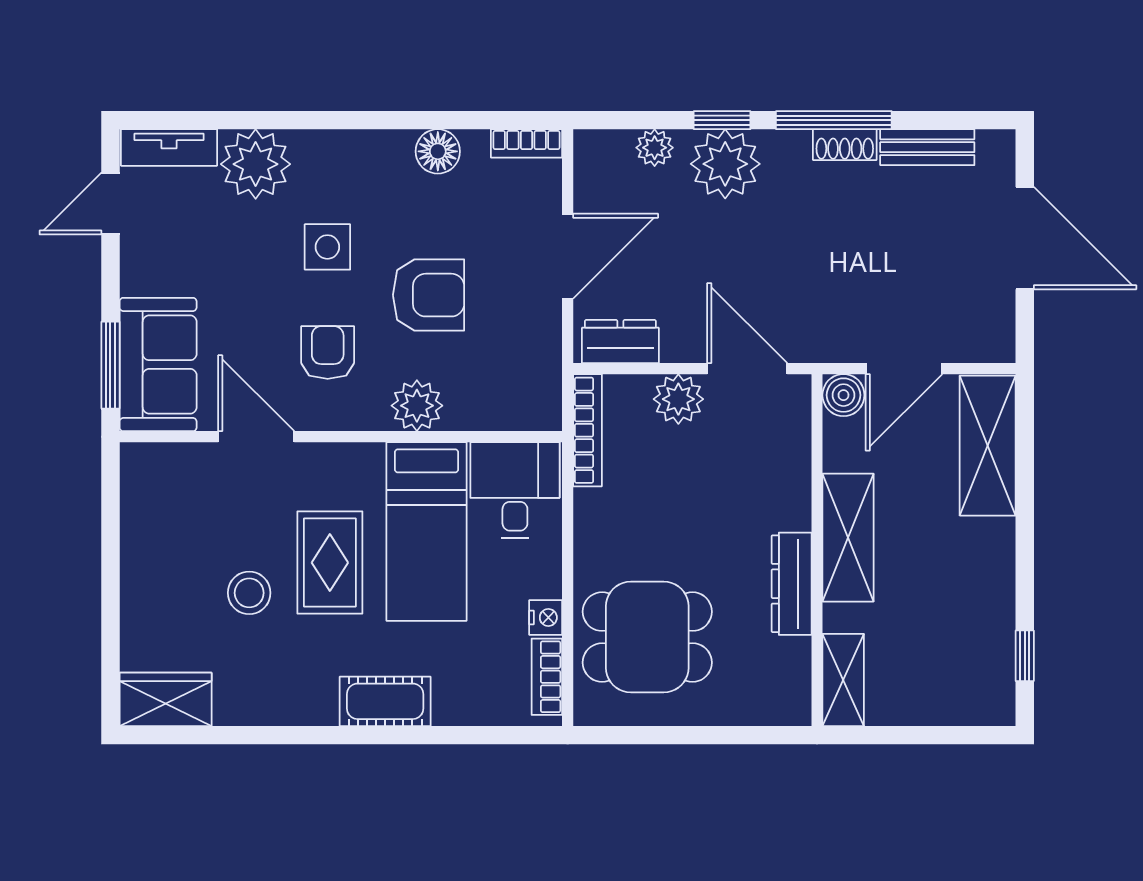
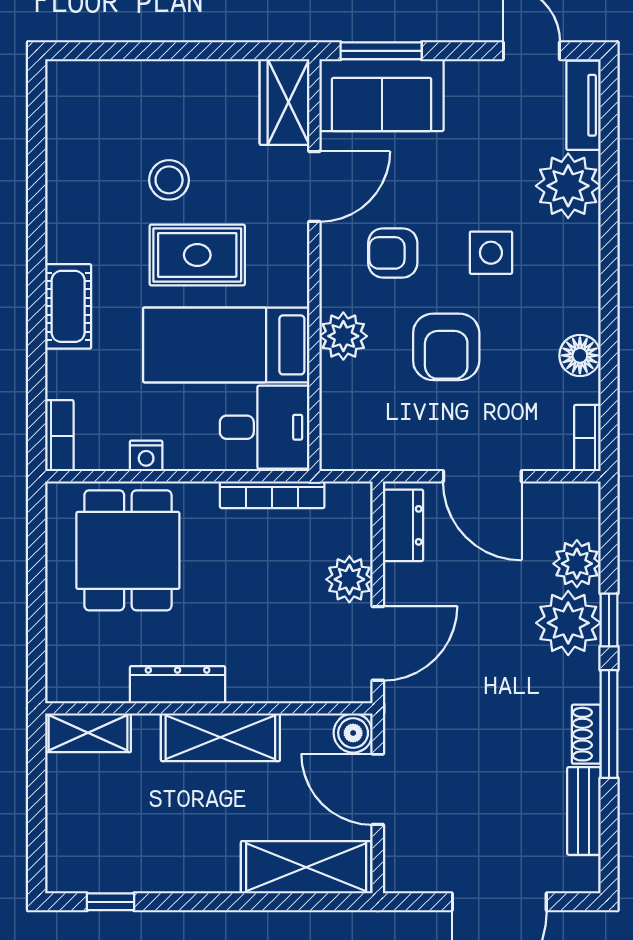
plant: (655, 148) -> (577, 564), width x1.38, depth x1.38
armchair: (328, 352) -> (393, 253), turned 180
bookcase: (587, 430) -> (272, 495), moved
bookcase: (547, 677) -> (59, 436), moved, turned 90
wardrobe: (166, 699) -> (284, 102), moved, turned 180

